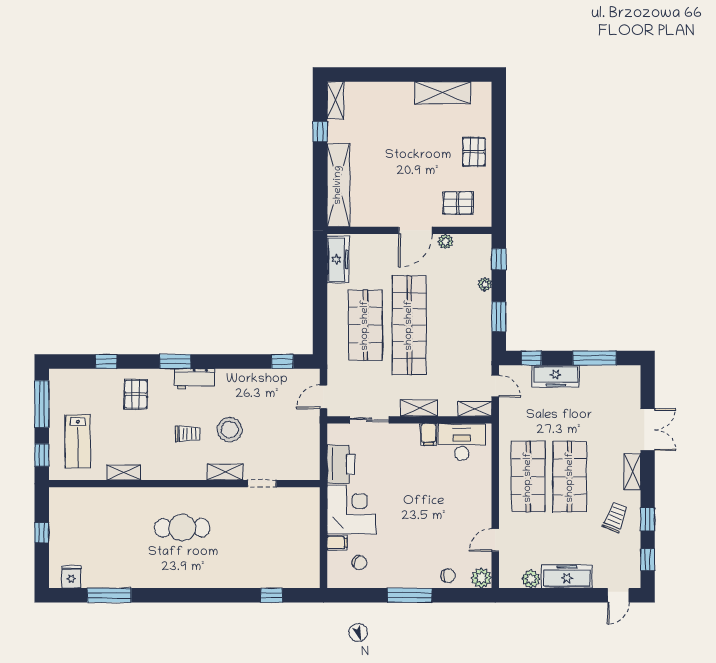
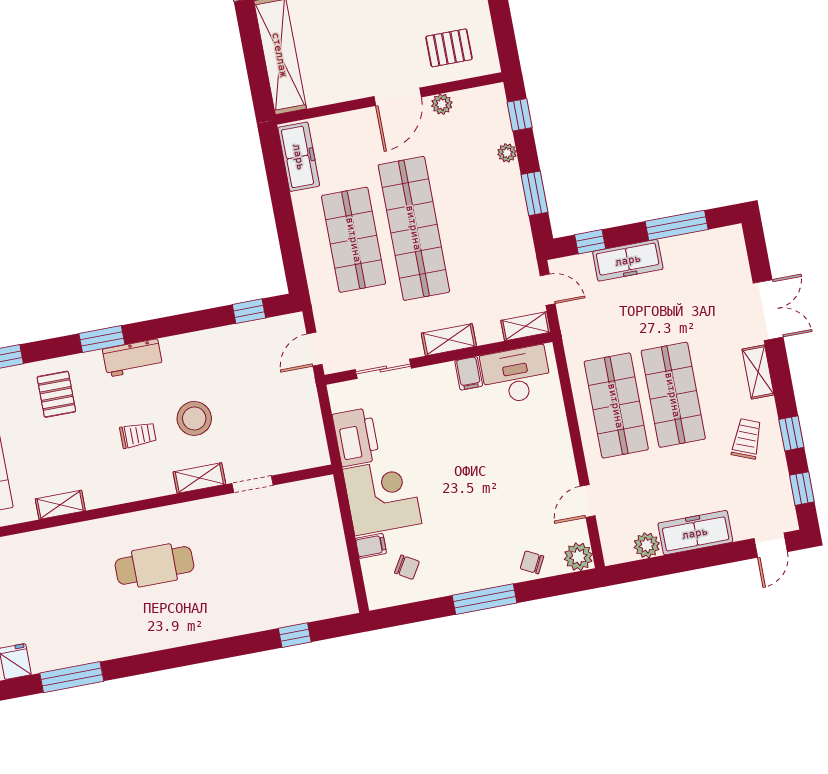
chair: (448, 576) -> (532, 562), turned -153

